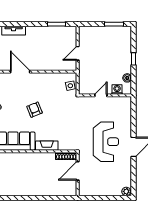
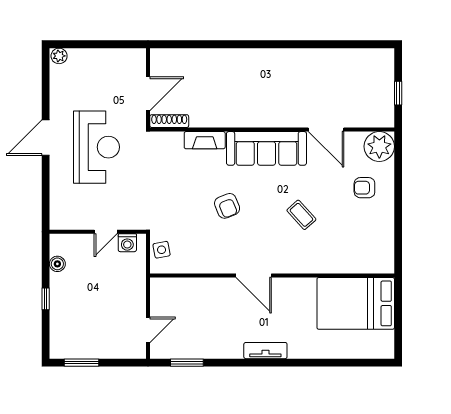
door: (78, 53) -> (148, 330), moved
washing machine: (117, 89) -> (127, 243), moved
reception desk: (106, 142) -> (96, 147), turned 180

